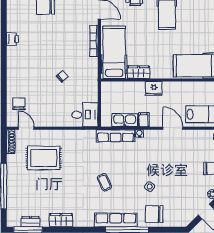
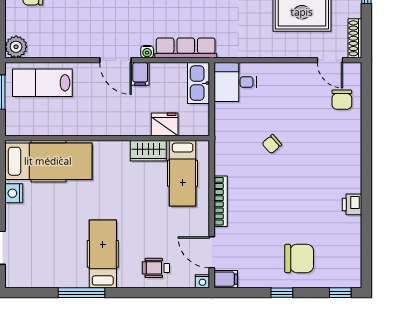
hospital bed: (114, 52) -> (183, 173), width x0.73, depth x0.78
fridge: (154, 89) -> (165, 124), moved
kitchen sink: (125, 120) -> (199, 83), moved, turned 90
door: (173, 128) -> (116, 60), moved

